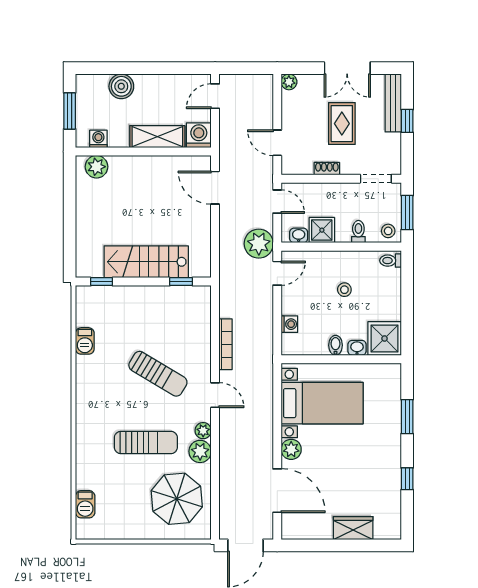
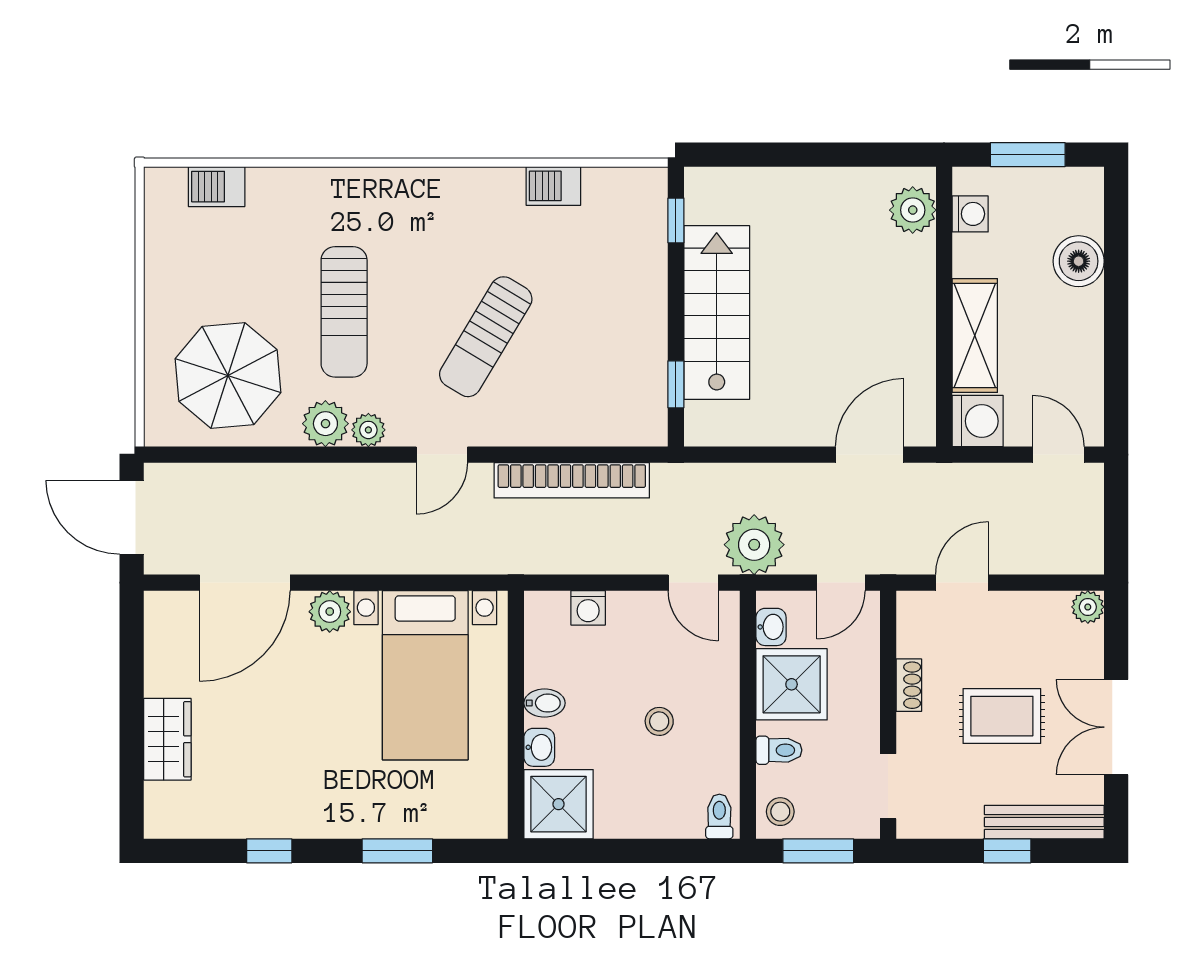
shower: (322, 230) -> (792, 684), width x1.36, depth x1.36
bookcase: (225, 344) -> (572, 480), width x1.48, depth x1.31

